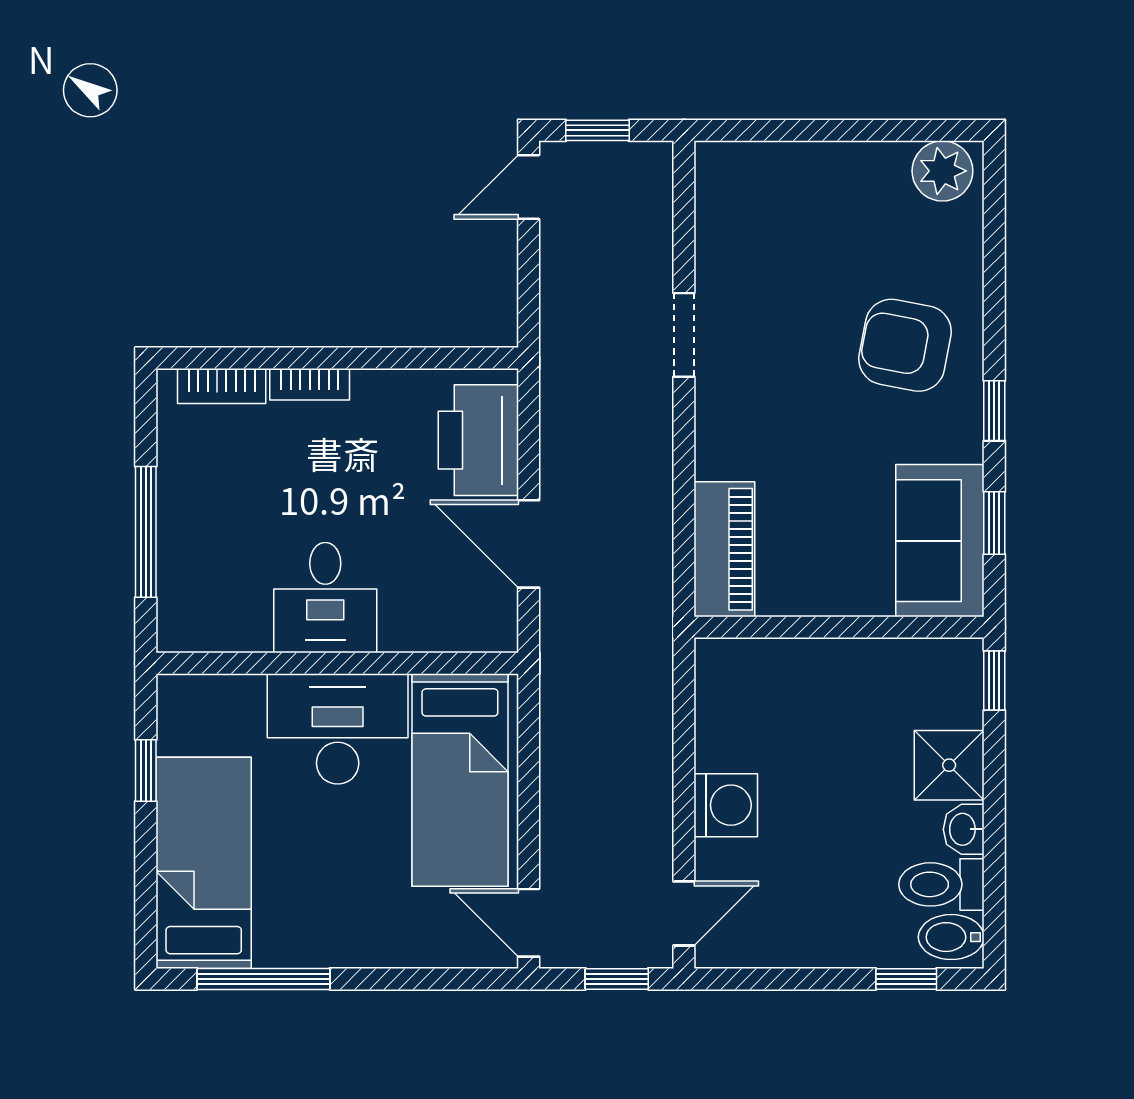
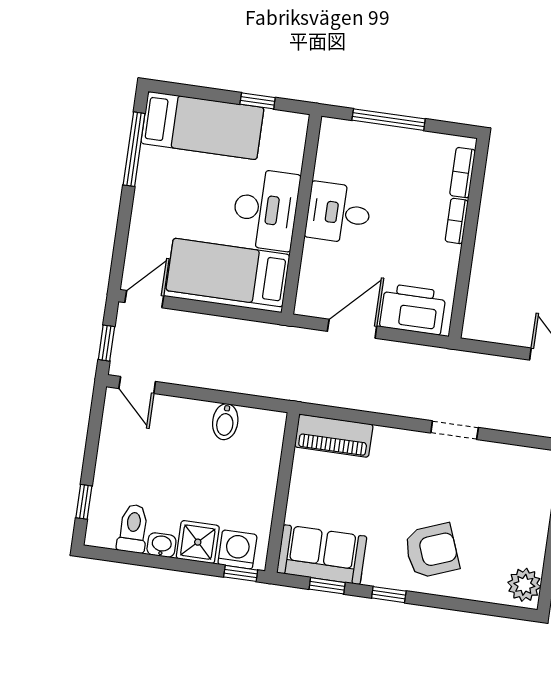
armchair: (905, 345) -> (432, 551), turned 58
washing machine: (726, 805) -> (237, 550), moved, turned 180
bidet: (951, 937) -> (225, 422), moved, turned 180

